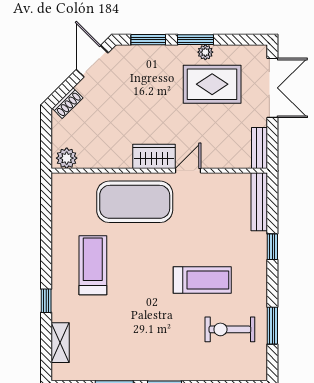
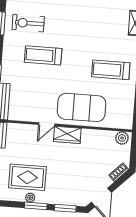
treadmill: (93, 265) -> (111, 70), turned 90
exercise bike: (230, 329) -> (28, 23), turned 180

